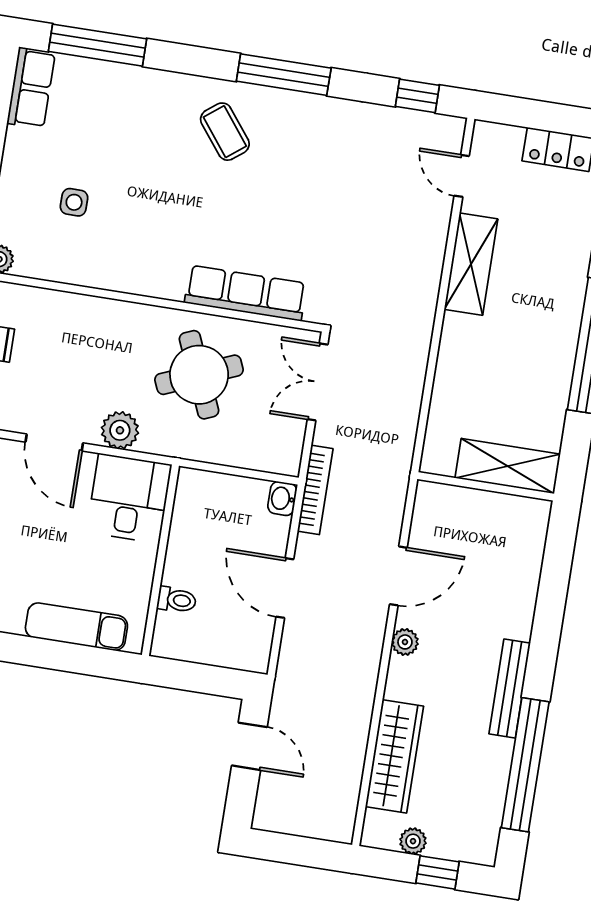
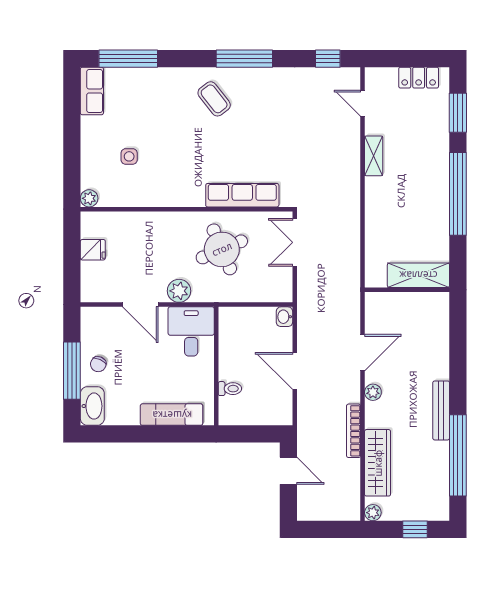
shelving: (471, 264) -> (374, 156), width x0.67, depth x0.75
bookcase: (315, 490) -> (354, 431), moved, turned 180
plant: (413, 841) -> (373, 513), moved

